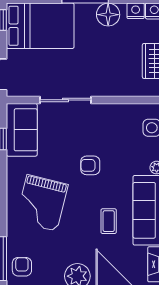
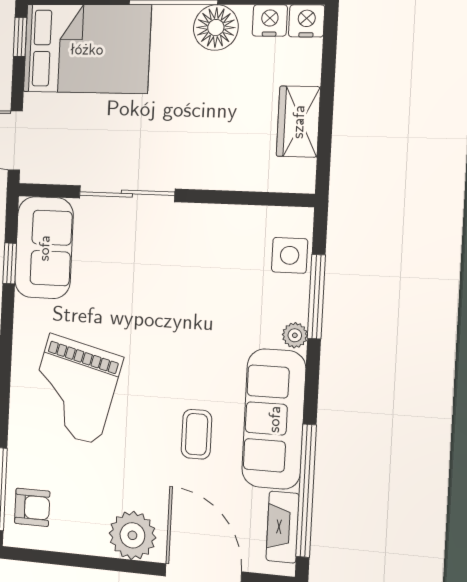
armchair: (90, 165) -> (167, 323), removed
armchair: (22, 267) -> (32, 507), turned 90

